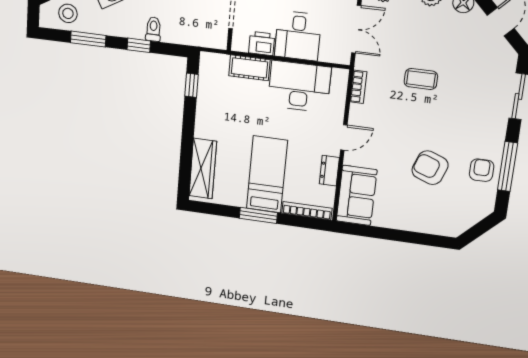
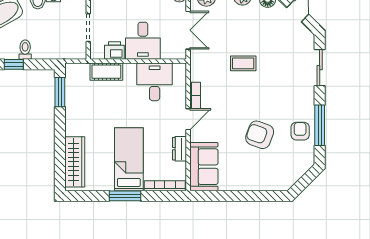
window: (191, 85) -> (60, 92), width x1.50
desk: (299, 86) -> (155, 82), width x0.73
bookcase: (358, 87) -> (195, 95), moved

